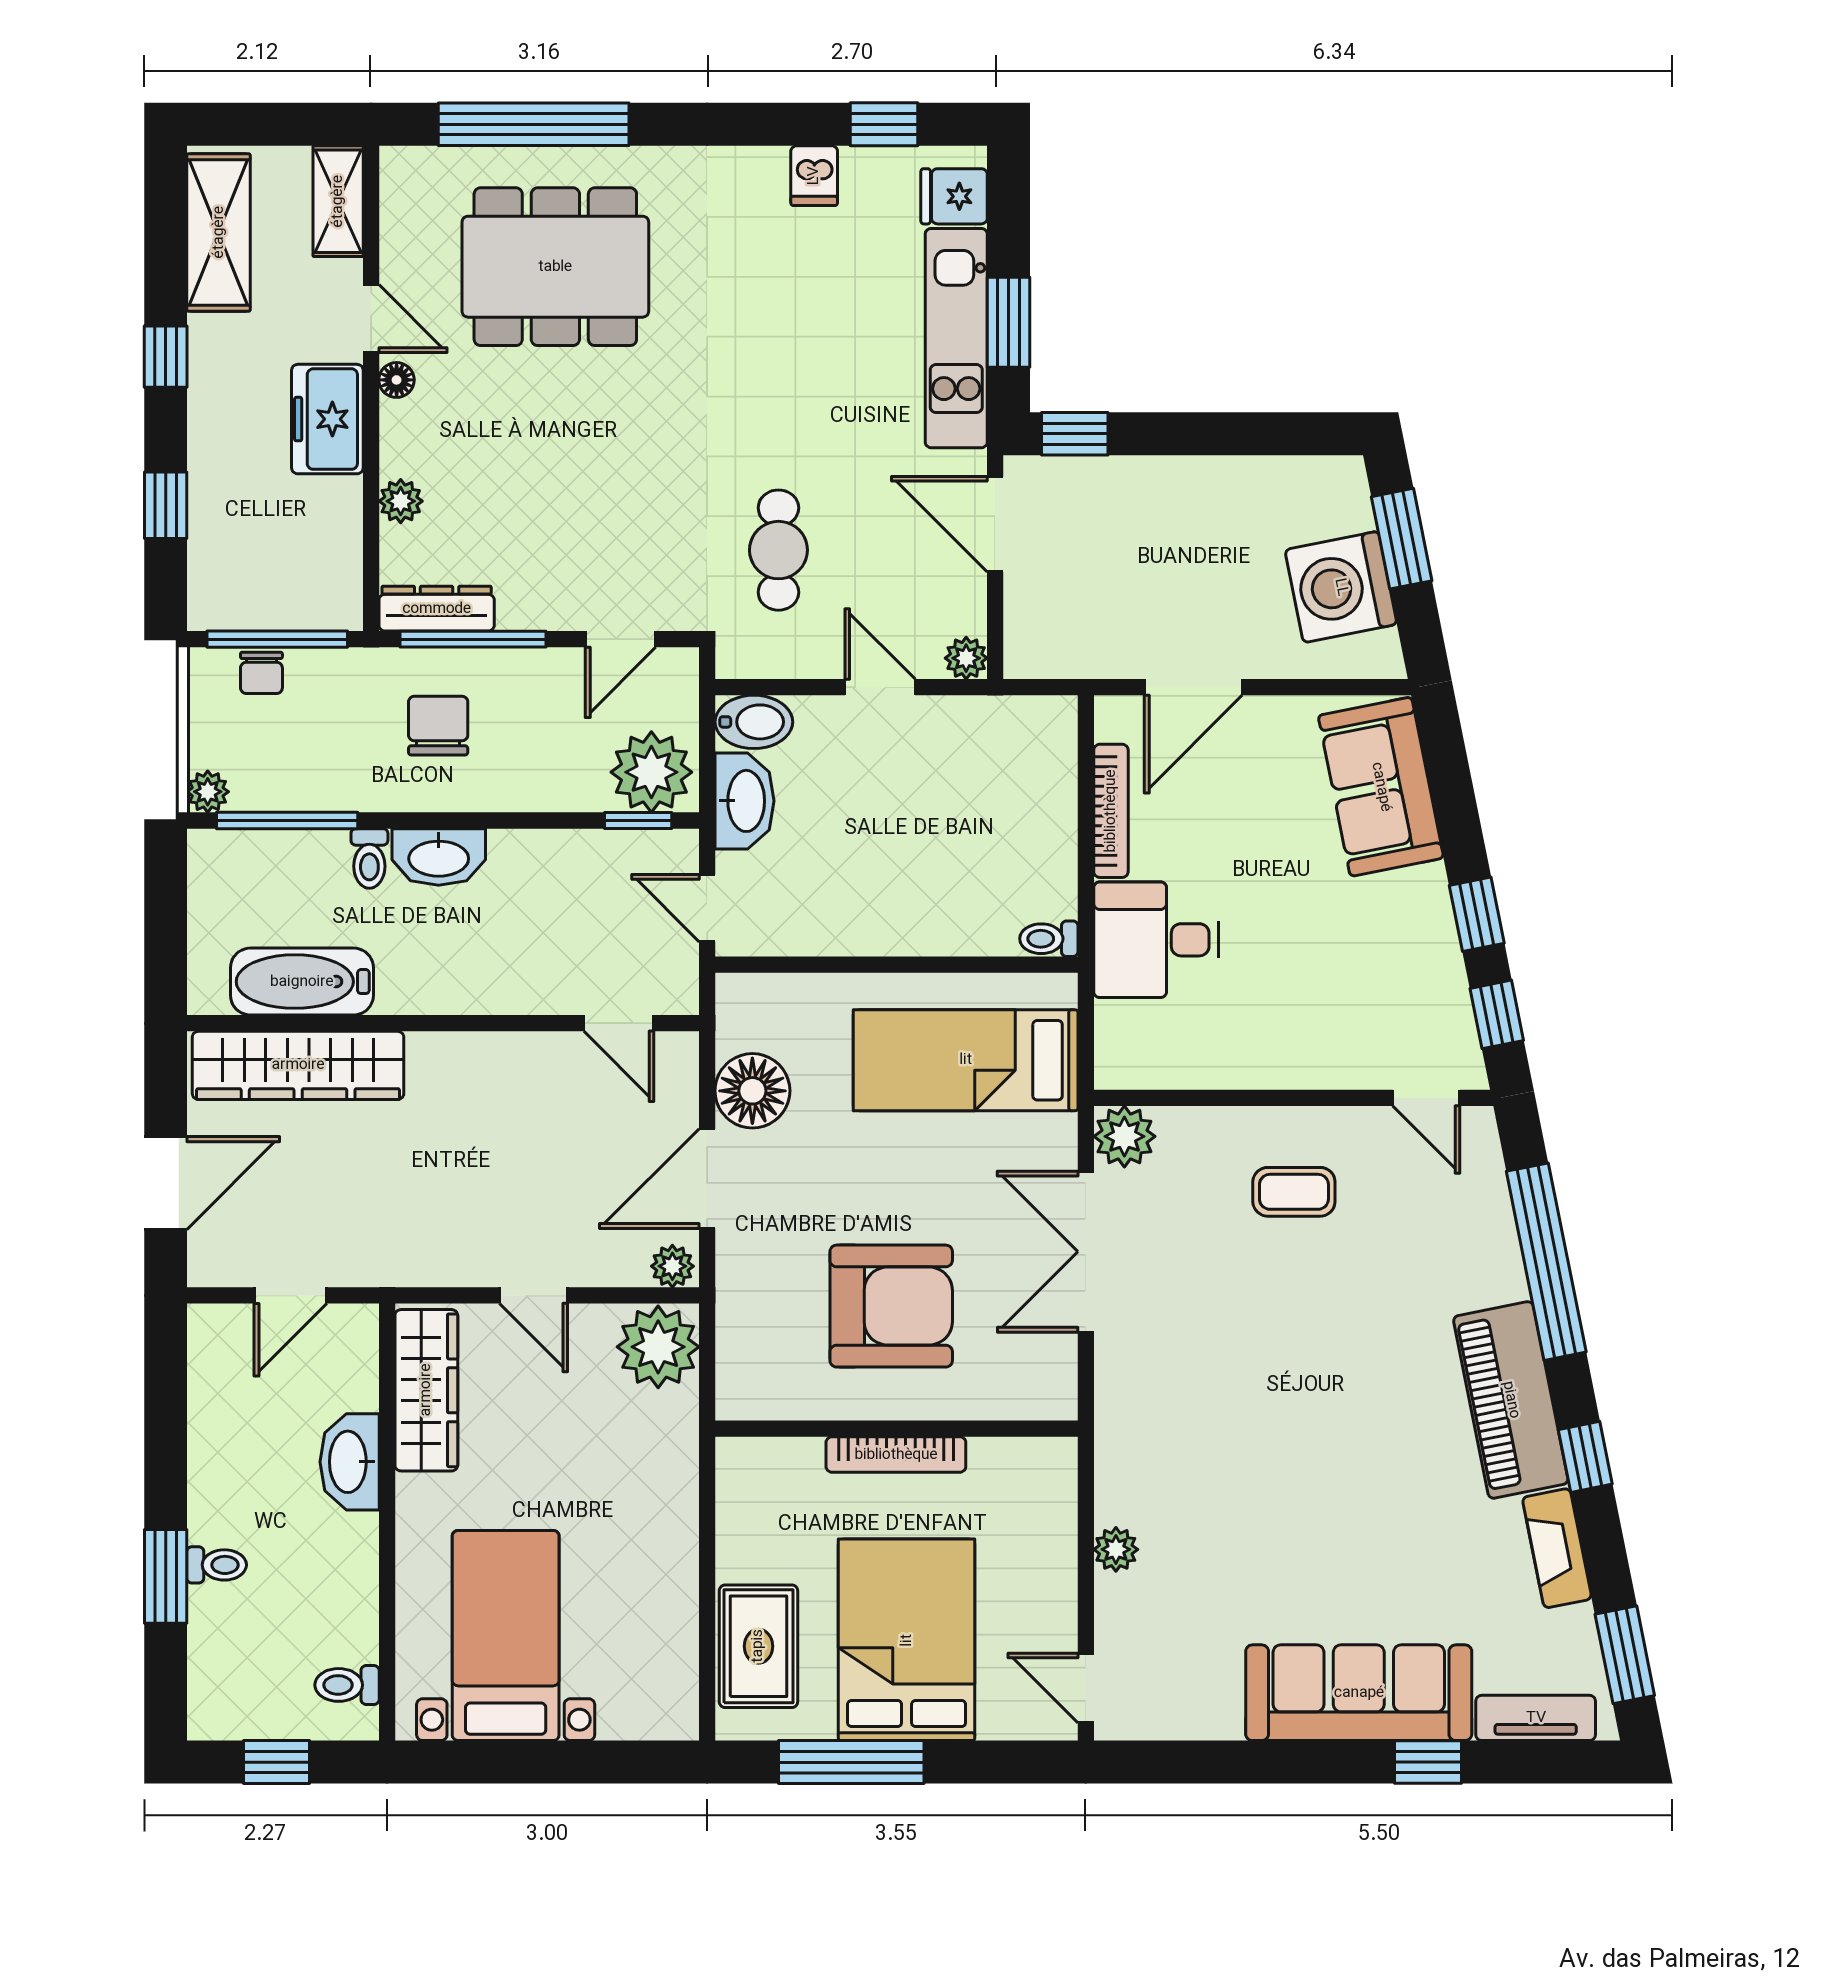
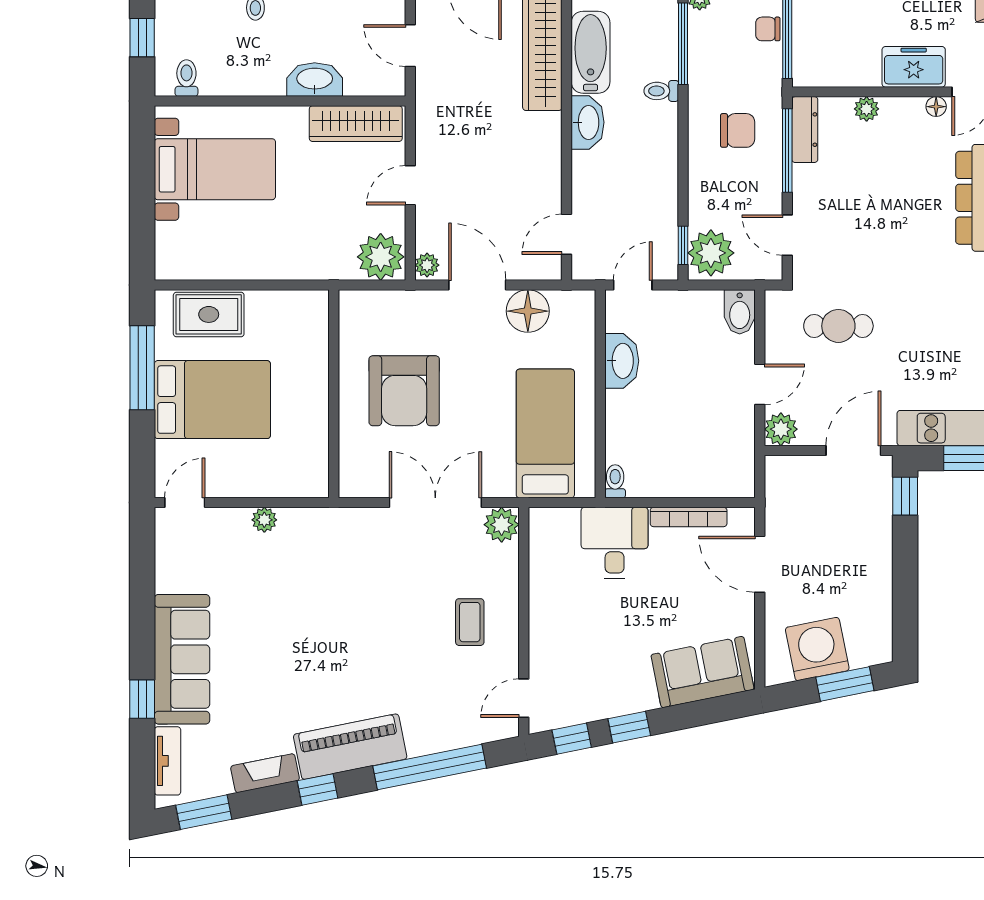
plant: (966, 658) -> (781, 429), width x1.38, depth x1.38
washbasin: (744, 801) -> (622, 361), moved, turned -90
washbasin: (439, 857) -> (588, 122), moved, turned 180
bookcase: (896, 1455) -> (319, 393), removed

